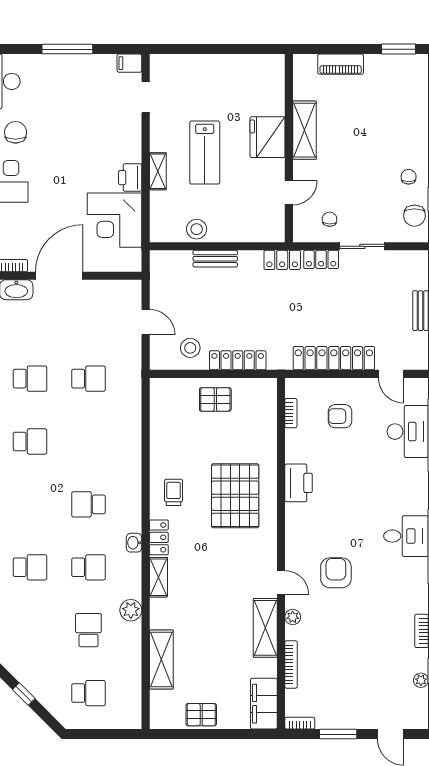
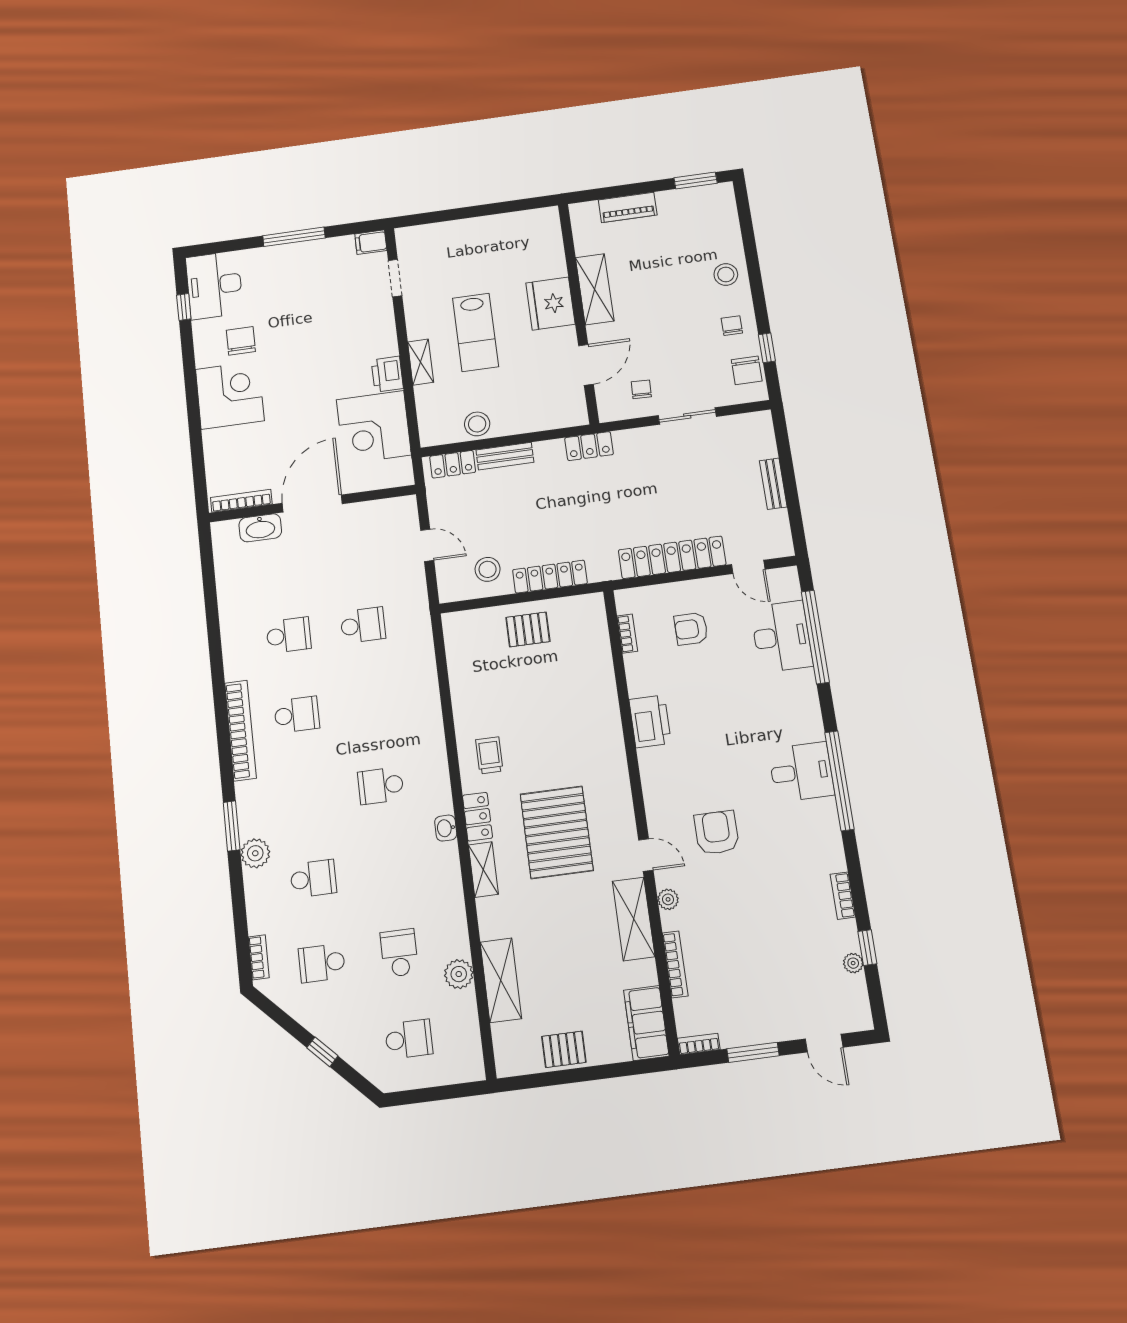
stool: (410, 133) -> (726, 275), added
door: (289, 193) -> (586, 365), width x1.37
locker: (321, 259) -> (453, 464), moved
pallet: (235, 496) -> (557, 832), moved
school desk: (88, 567) -> (322, 963), moved, turned 180
plant: (131, 610) -> (459, 974), moved

